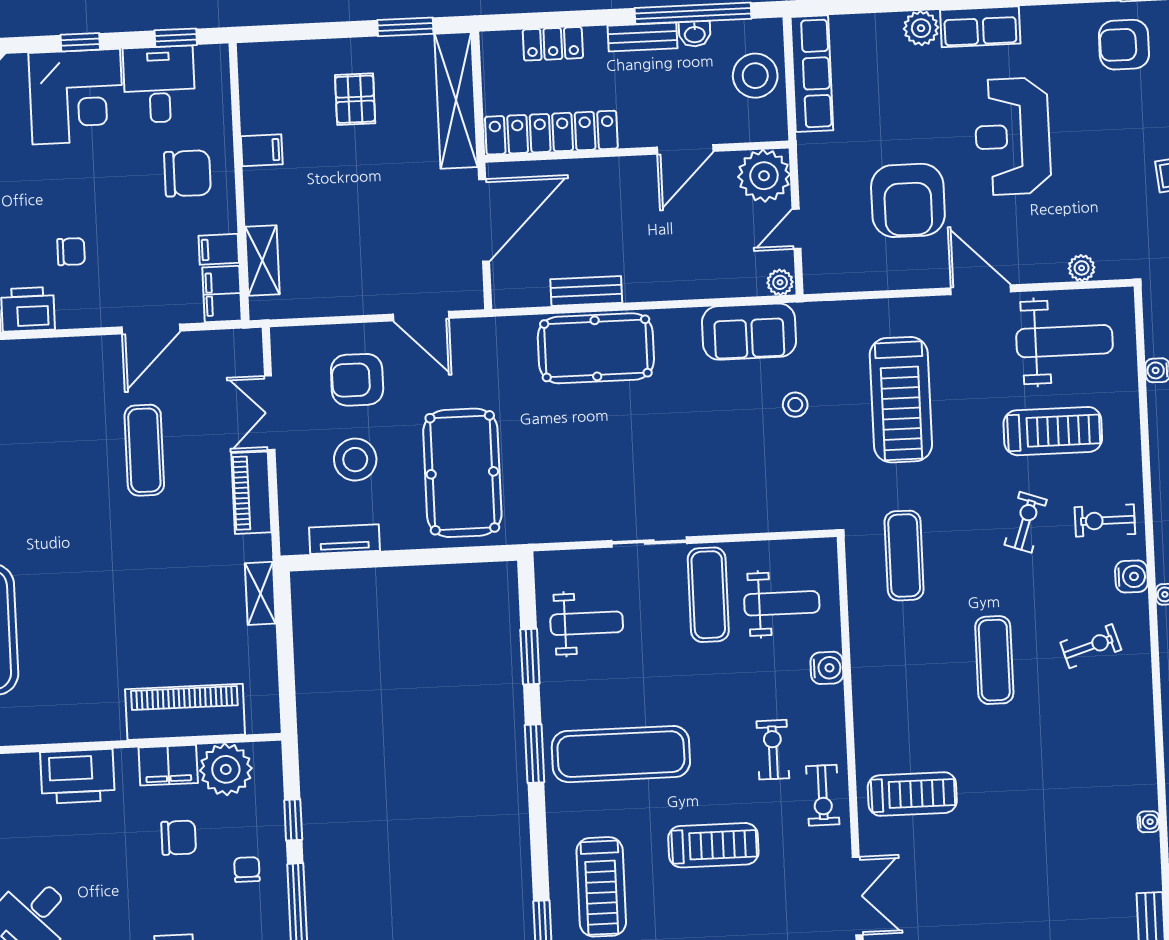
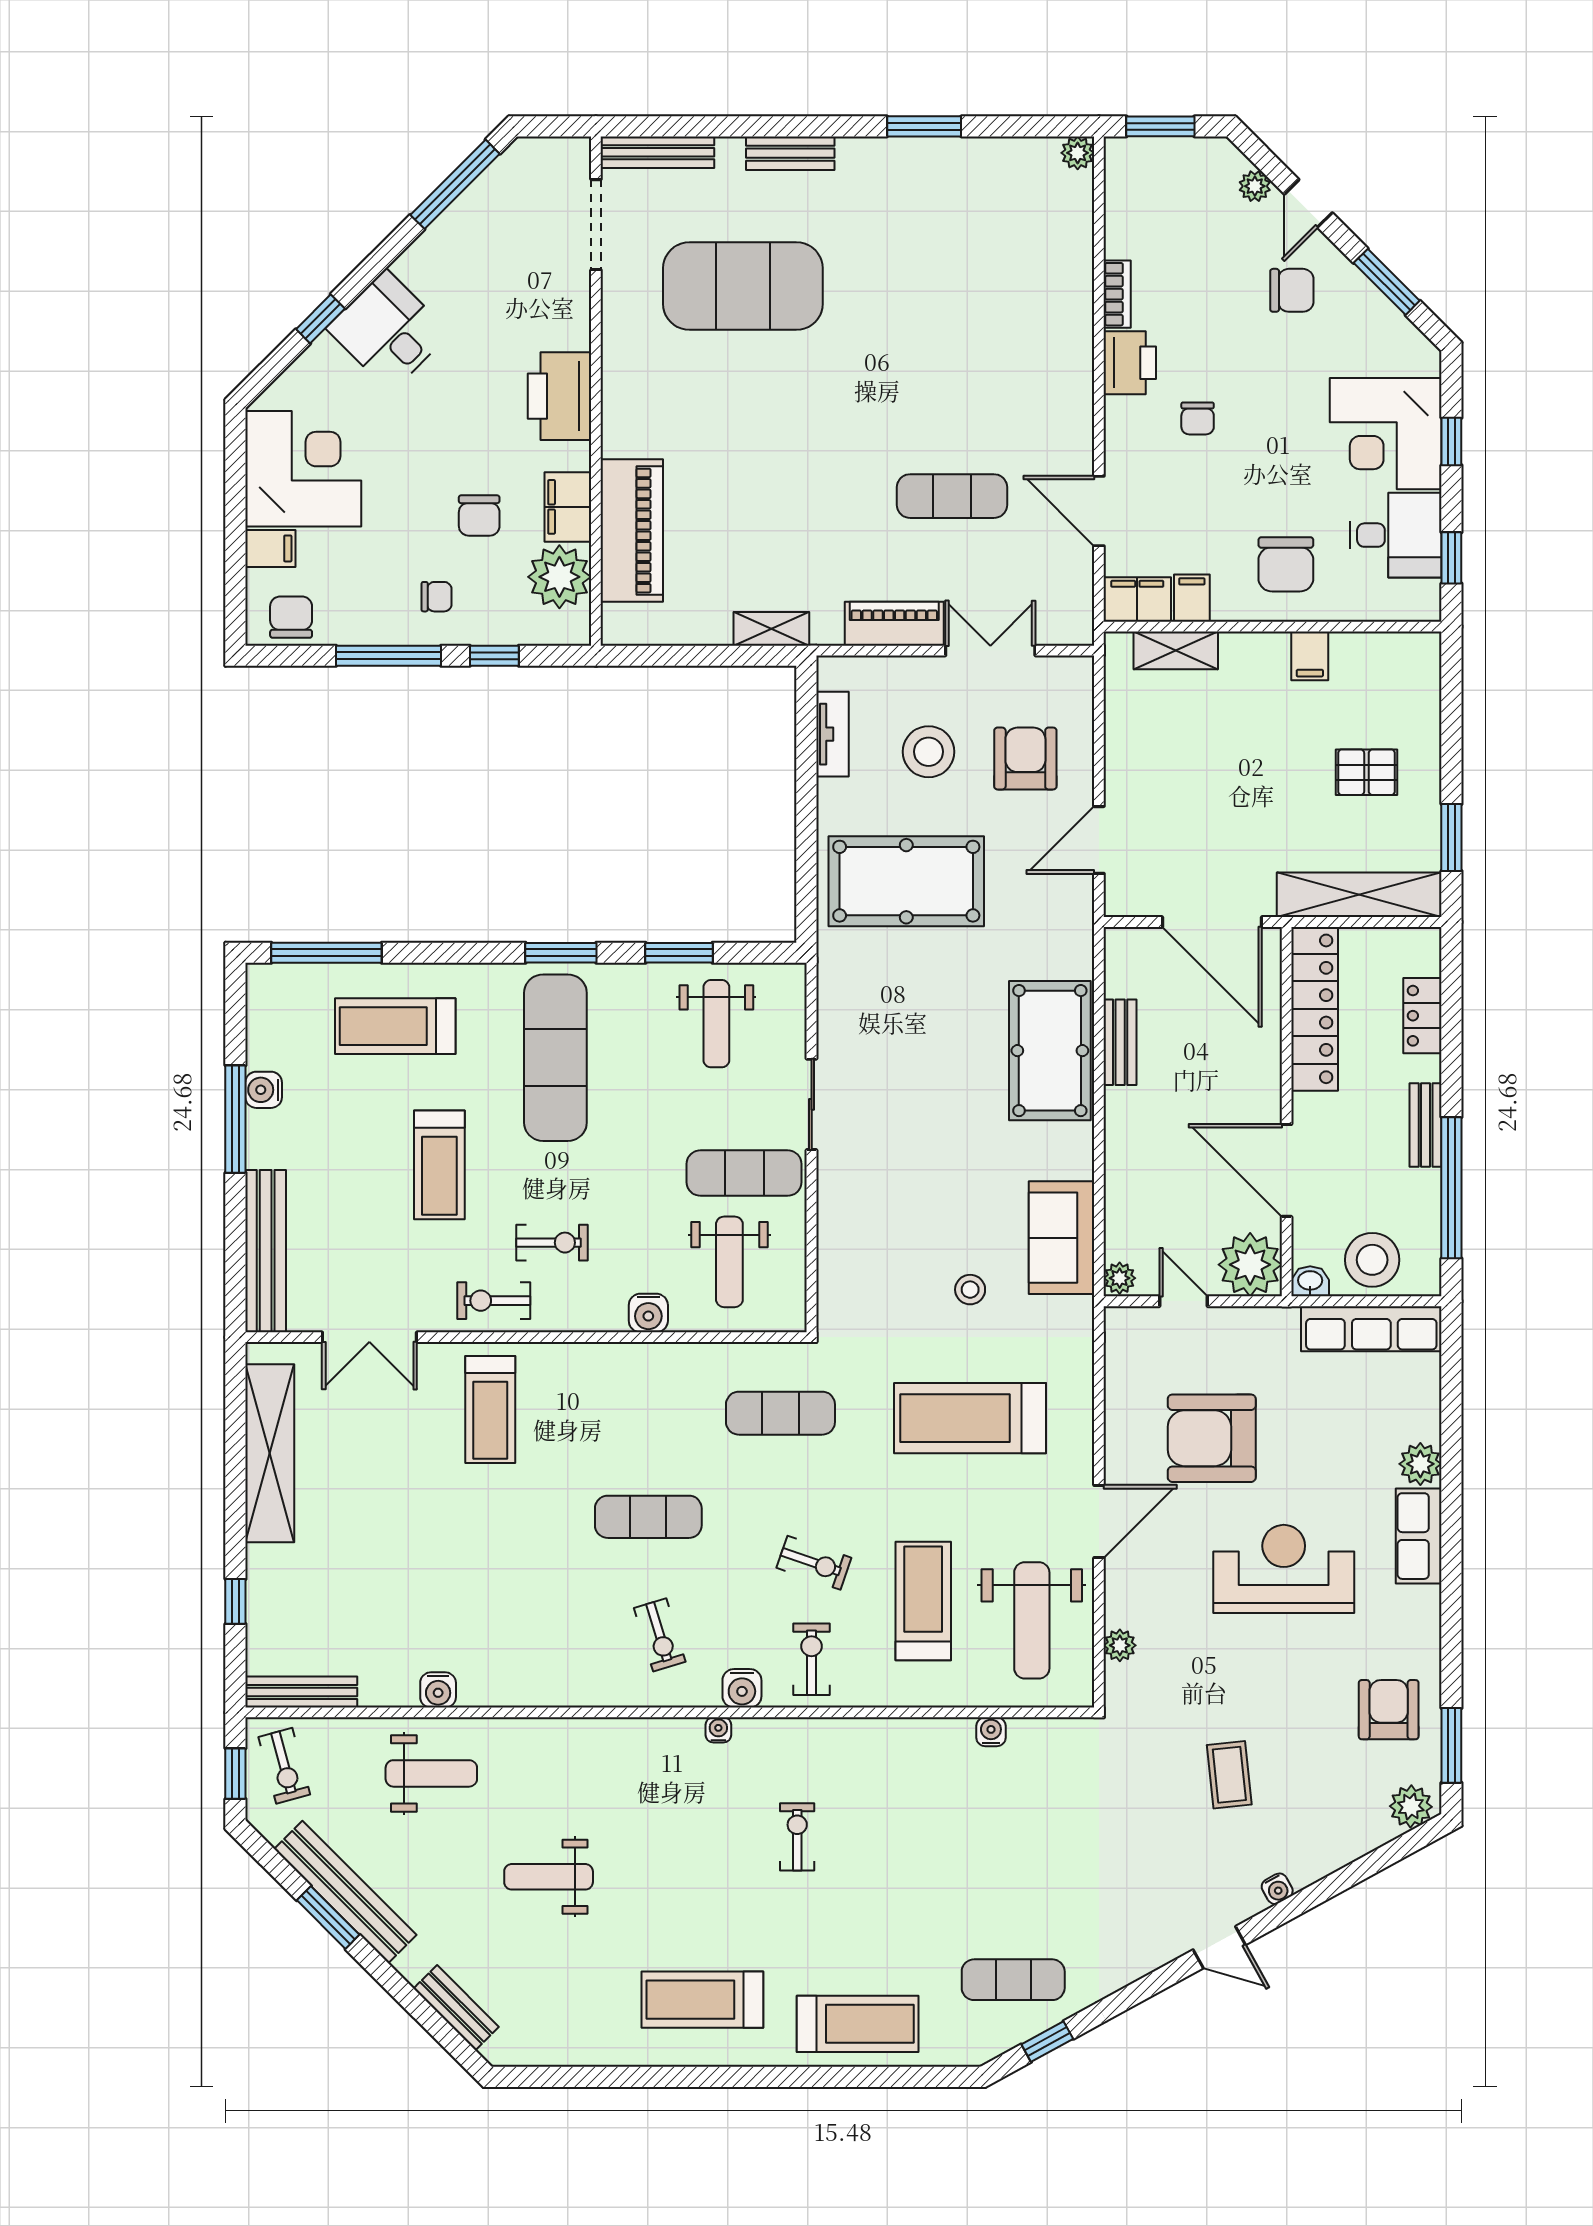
washbasin: (695, 34) -> (1310, 1281), moved, turned 90
door: (685, 149) -> (1287, 1170), width x1.36
treadmill: (1053, 431) -> (923, 1601), turned 180
water cooler: (1148, 822) -> (438, 1690), width x1.38, depth x1.38

